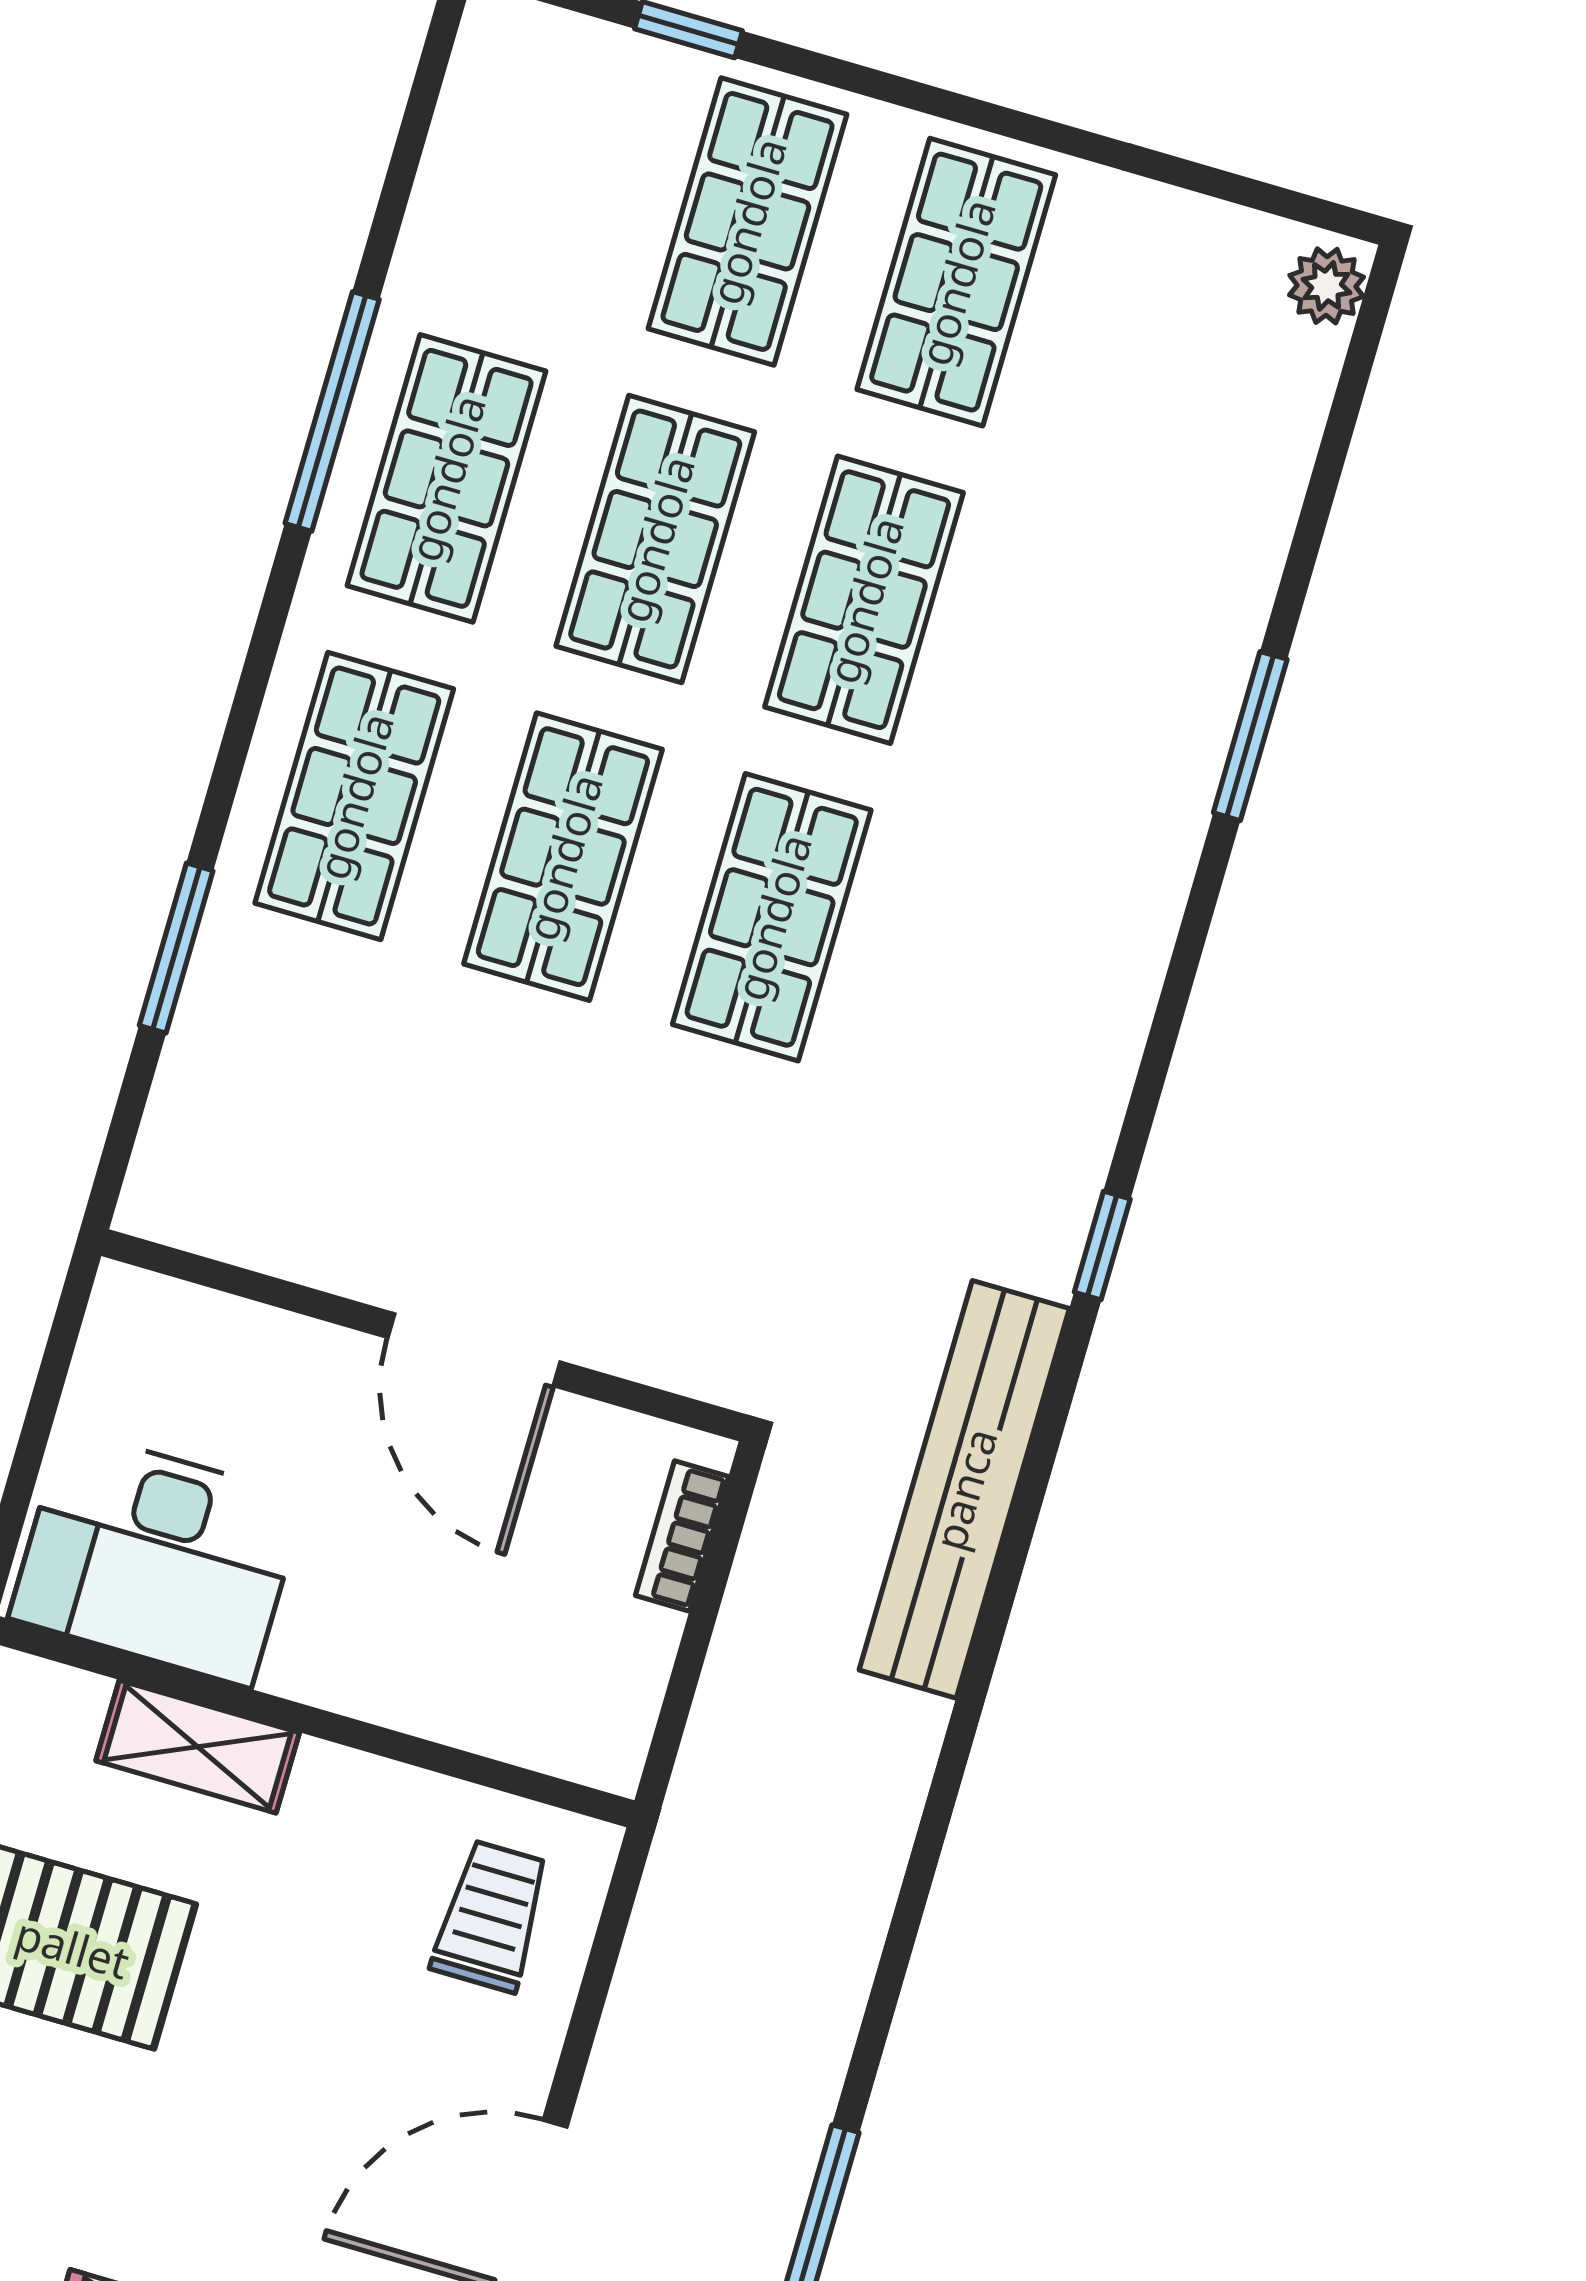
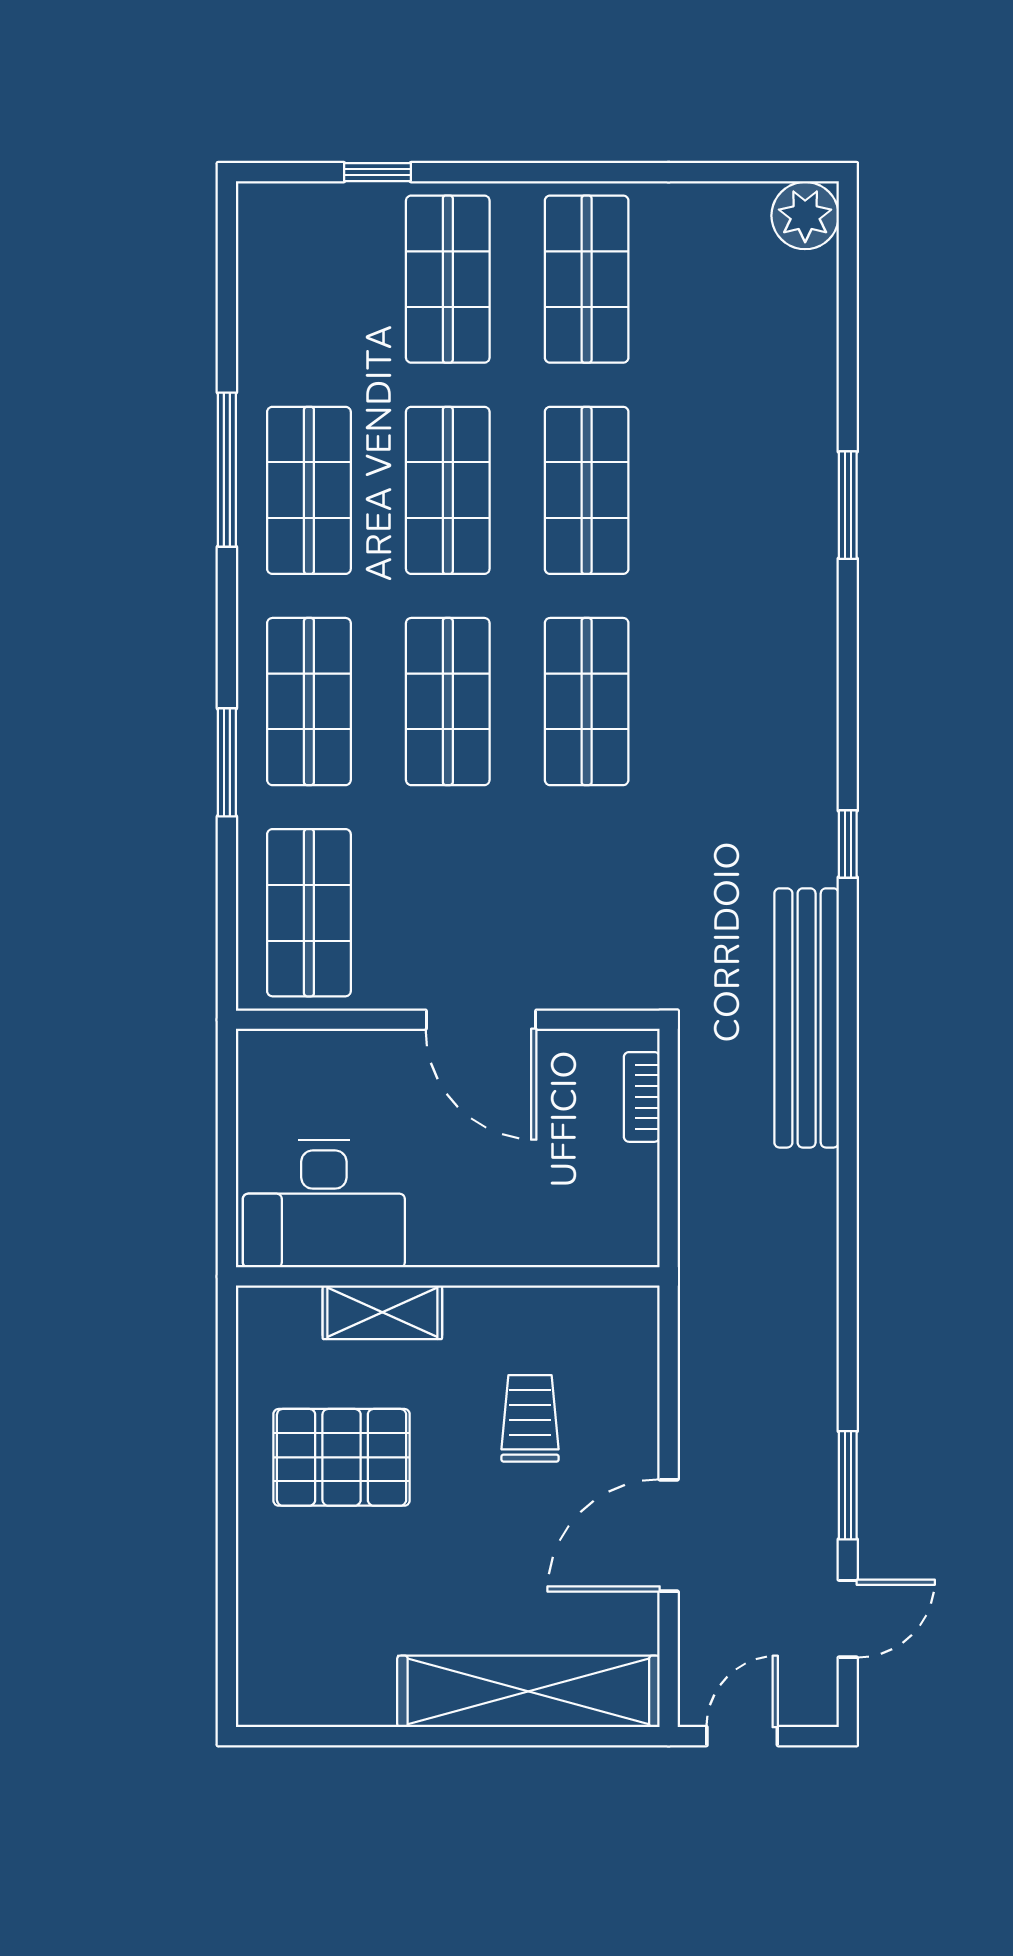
plant: (1326, 286) -> (805, 216), width x1.38, depth x1.38
window: (176, 948) -> (227, 762), moved
shop shelf: (262, 1114) -> (309, 913), added
trolley: (491, 1916) -> (530, 1418), moved

